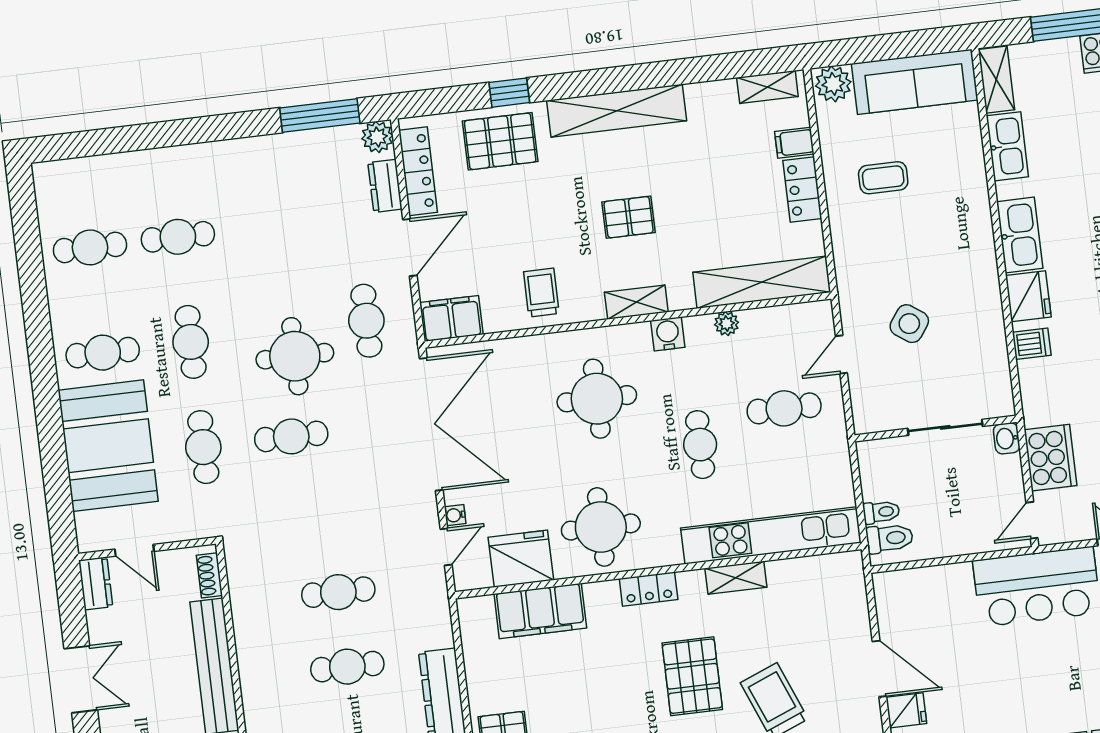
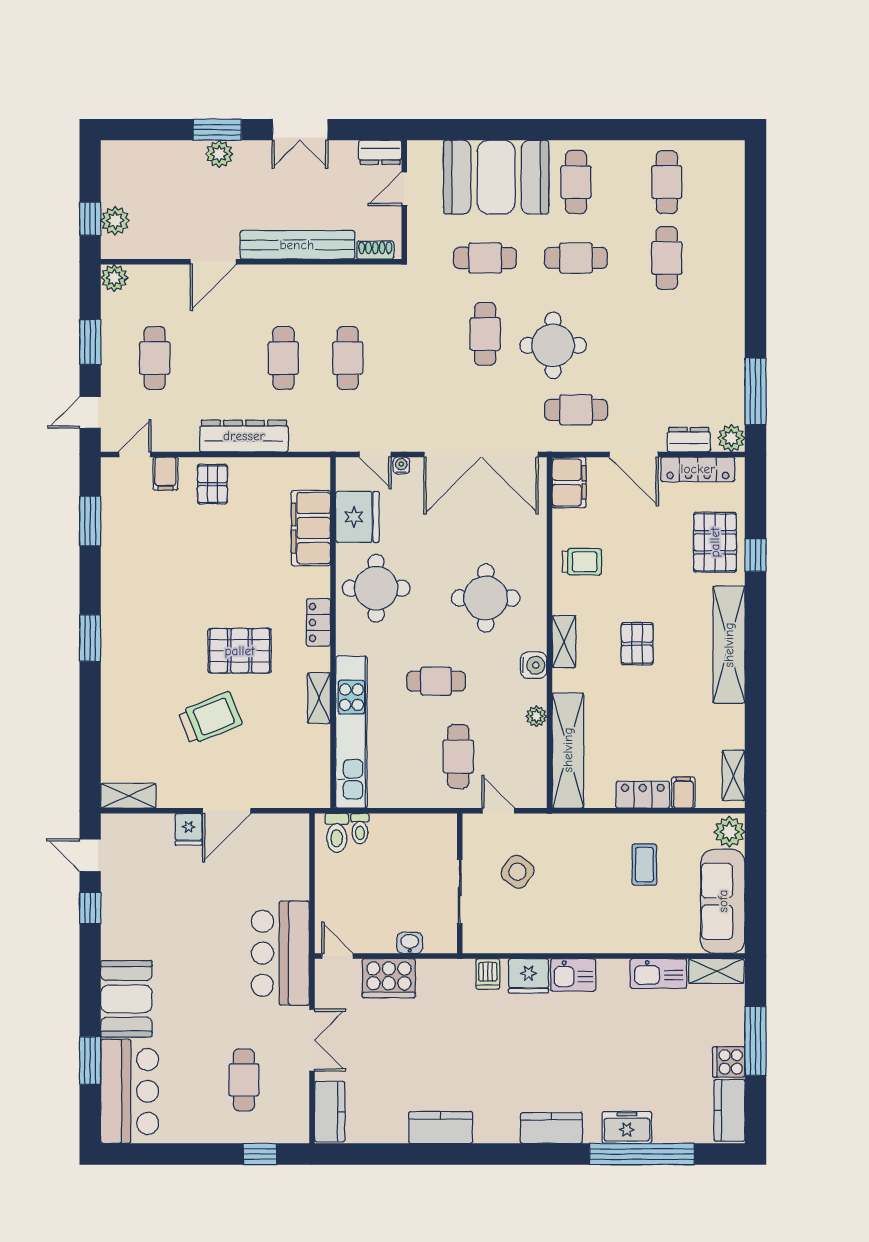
kitchen sink: (1020, 235) -> (573, 975), width x0.73
sliding door: (945, 427) -> (460, 892), moved
wall: (936, 429) -> (460, 883), moved

